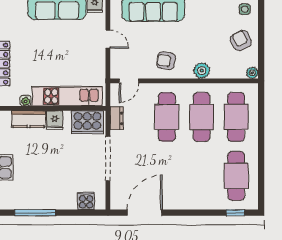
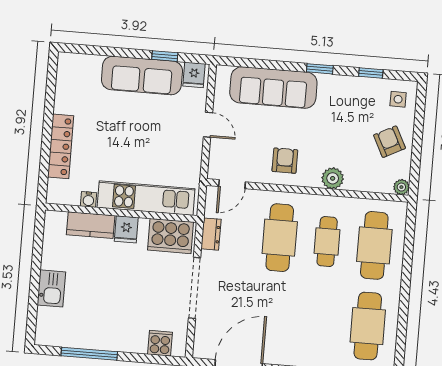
armchair: (166, 61) -> (285, 161), turned 82
cafe table: (201, 117) -> (327, 242), width x0.73, depth x0.74

